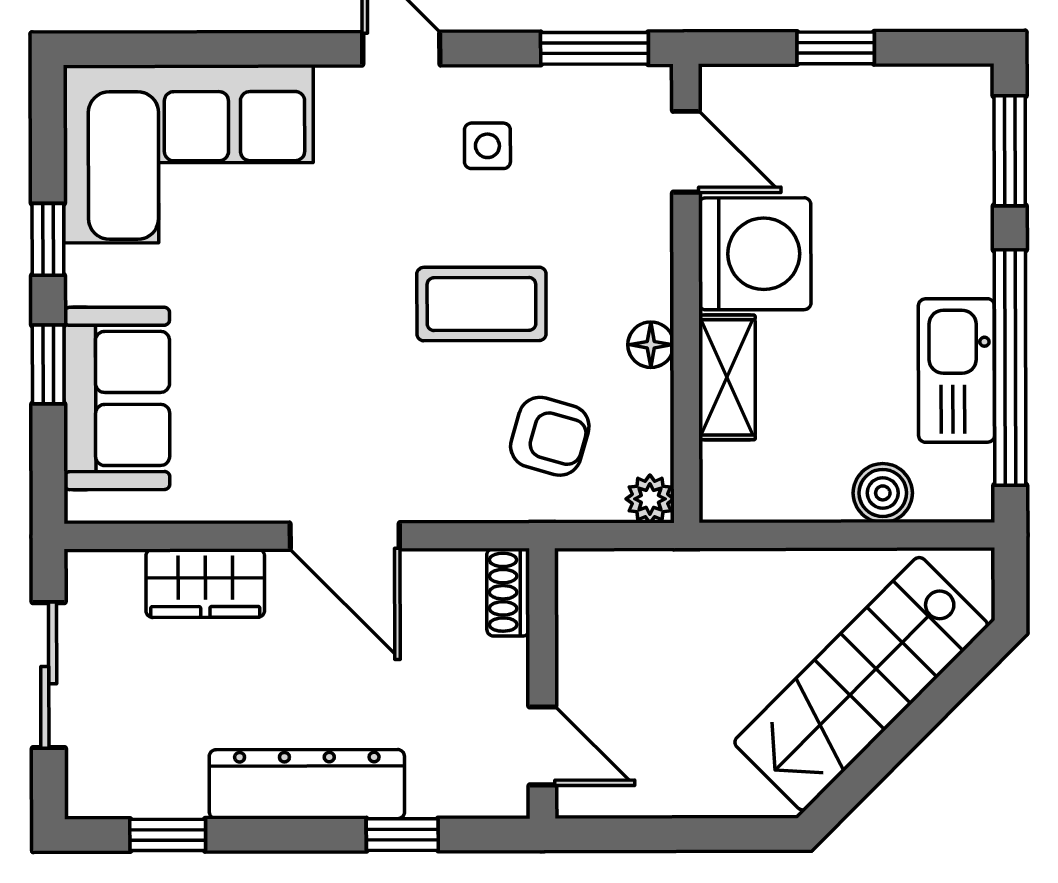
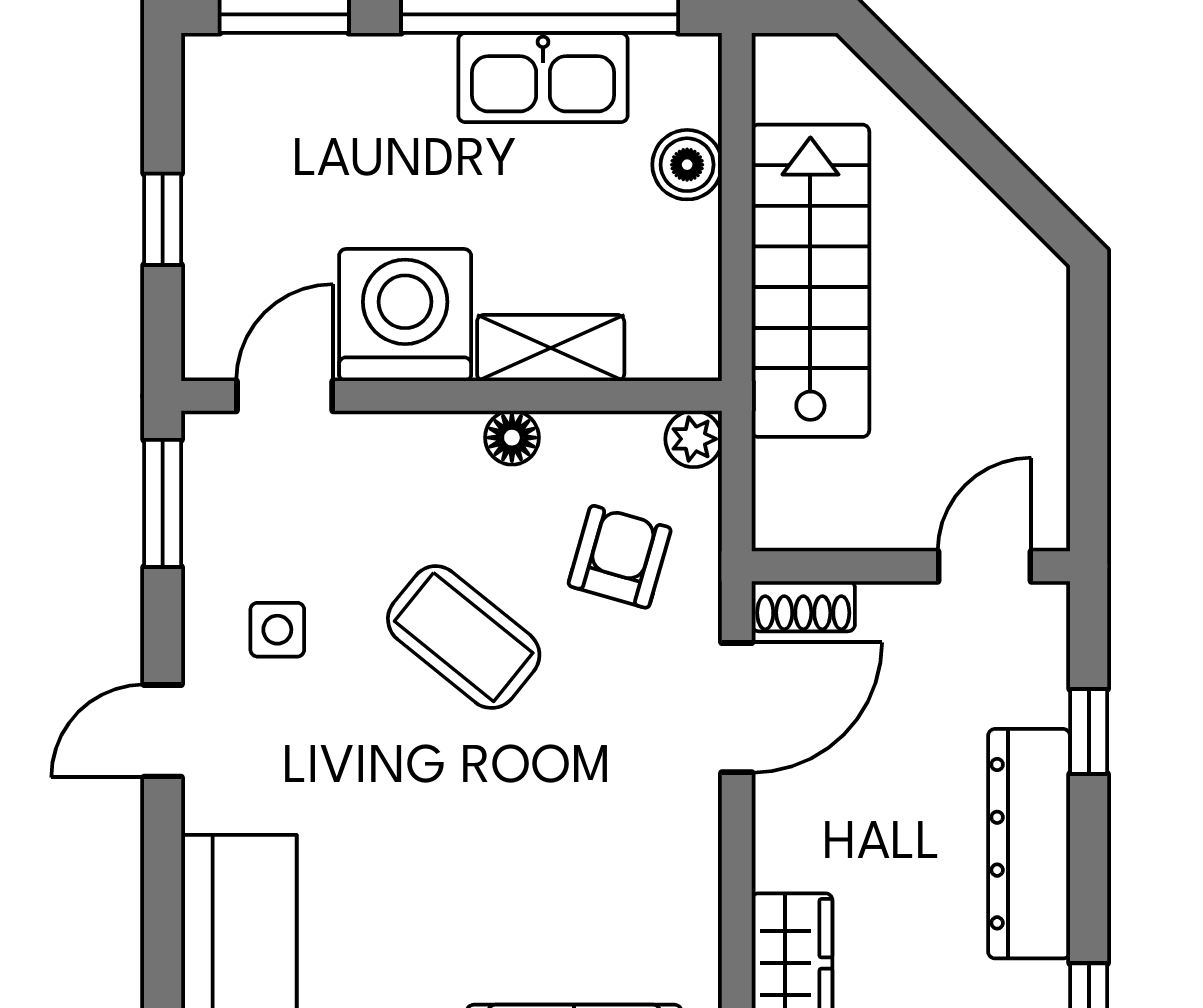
coffee table: (481, 304) -> (464, 637), turned -51
door: (345, 536) -> (737, 708), moved
stairs: (861, 684) -> (810, 281), moved, turned -135

